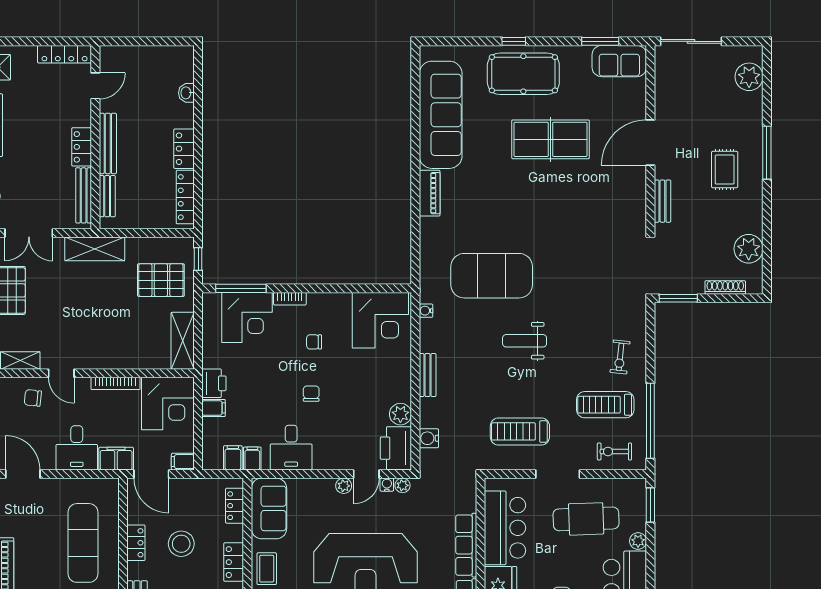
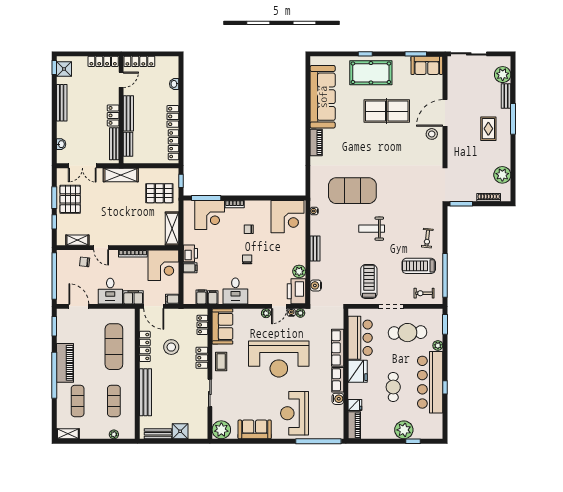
locker: (127, 54) -> (139, 61), added
stool: (628, 179) -> (432, 134), added
bench: (662, 201) -> (506, 96), moved
treadmill: (520, 431) -> (369, 282), turned 90
locker: (136, 543) -> (145, 346), width x1.53

